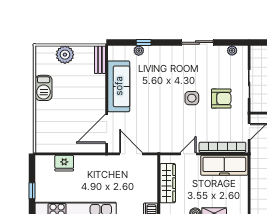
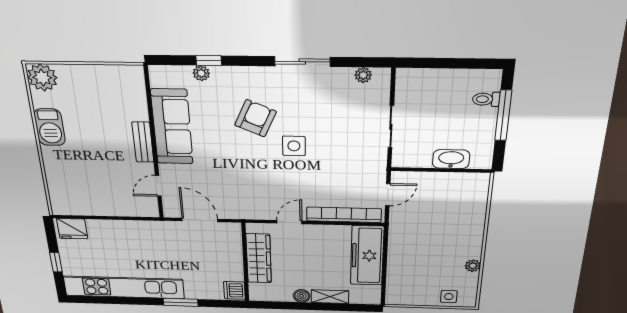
plant: (65, 55) -> (42, 77), moved
bench: (100, 60) -> (143, 142), moved
armchair: (221, 99) -> (256, 118), moved, turned -66
door: (107, 129) -> (158, 186), width x0.53
fridge: (64, 163) -> (72, 229), moved
freezer: (224, 165) -> (367, 256), moved, turned 90

